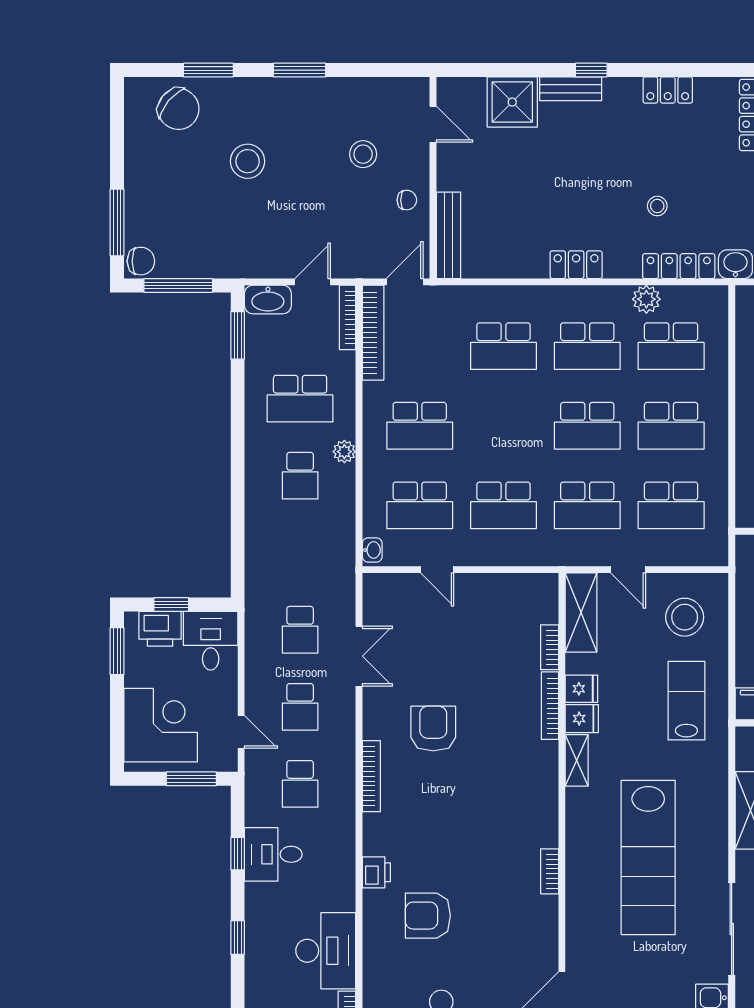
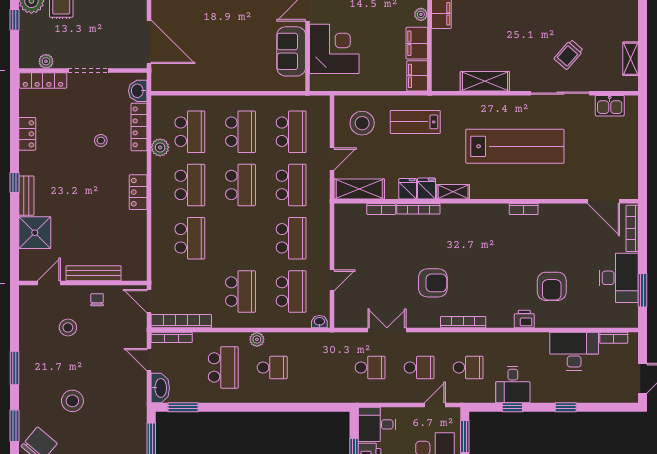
bench: (448, 235) -> (94, 273), moved
armchair: (433, 728) -> (433, 283), turned 180

